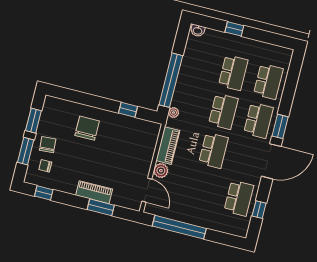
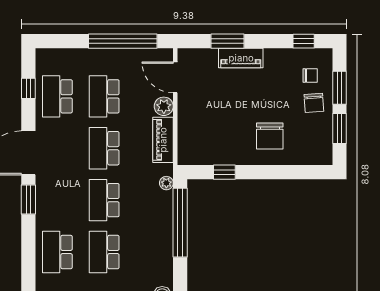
school desk: (258, 120) -> (104, 96), moved

